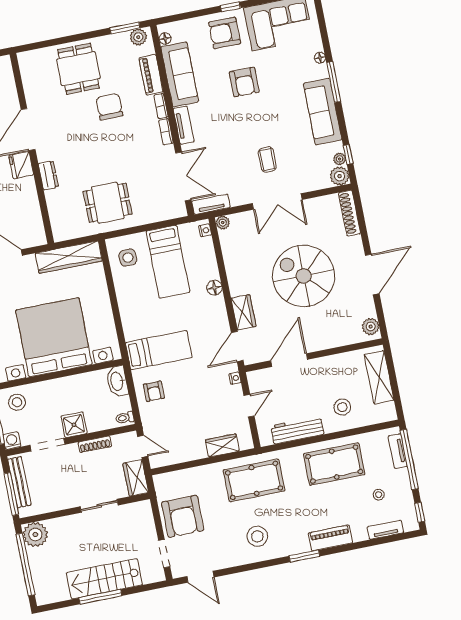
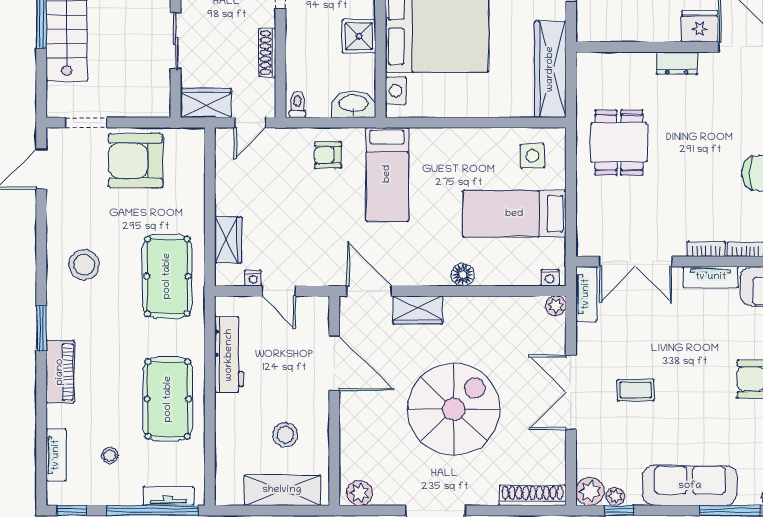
nightstand: (235, 378) -> (253, 278), moved
stool: (342, 407) -> (285, 435), moved
shower: (74, 425) -> (359, 36), moved

